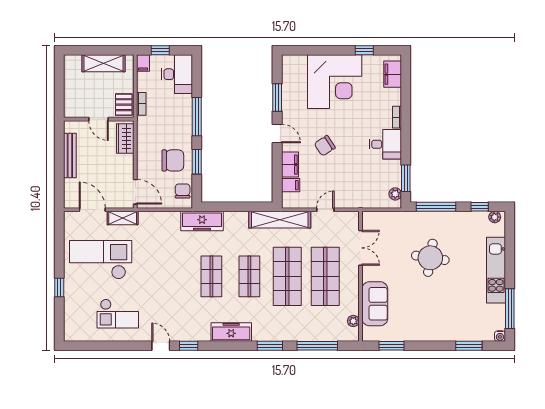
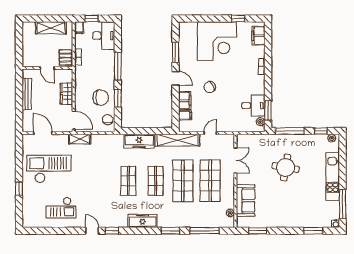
wardrobe: (125, 138) -> (66, 94), moved
desk: (385, 144) -> (253, 106), moved
shelving: (123, 218) -> (80, 139), moved
freezer: (202, 221) -> (139, 141), moved

